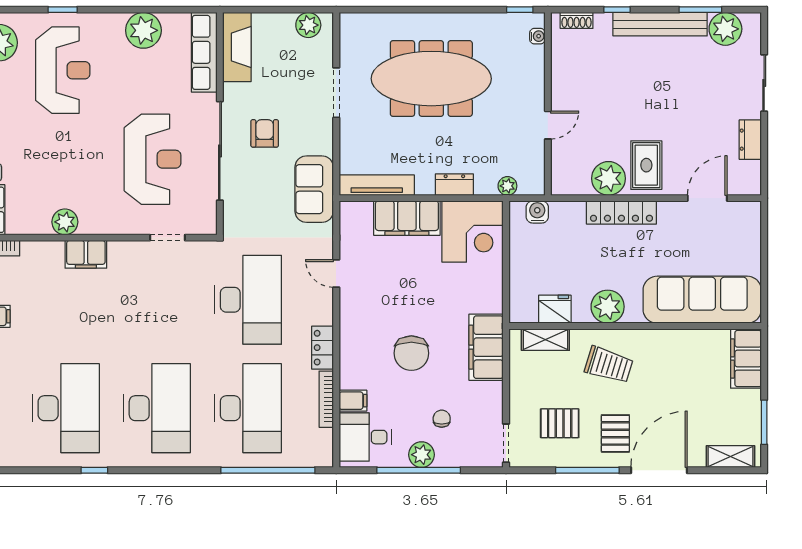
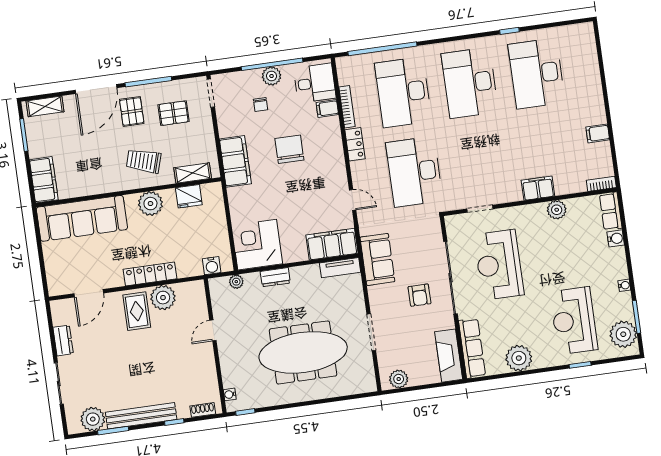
tv unit: (377, 185) -> (340, 268), width x0.71
filing cabinet: (407, 218) -> (332, 244), moved

